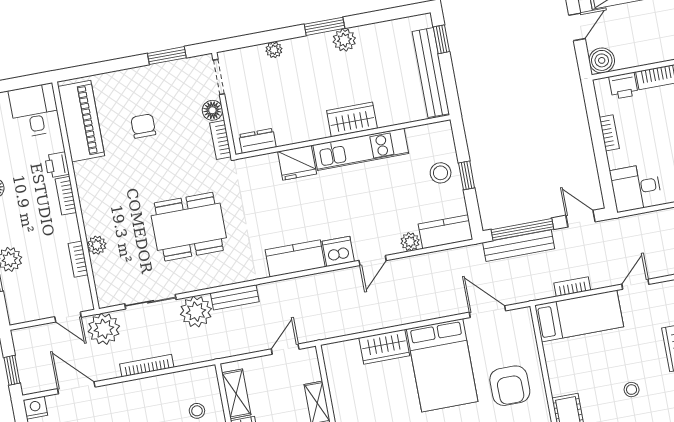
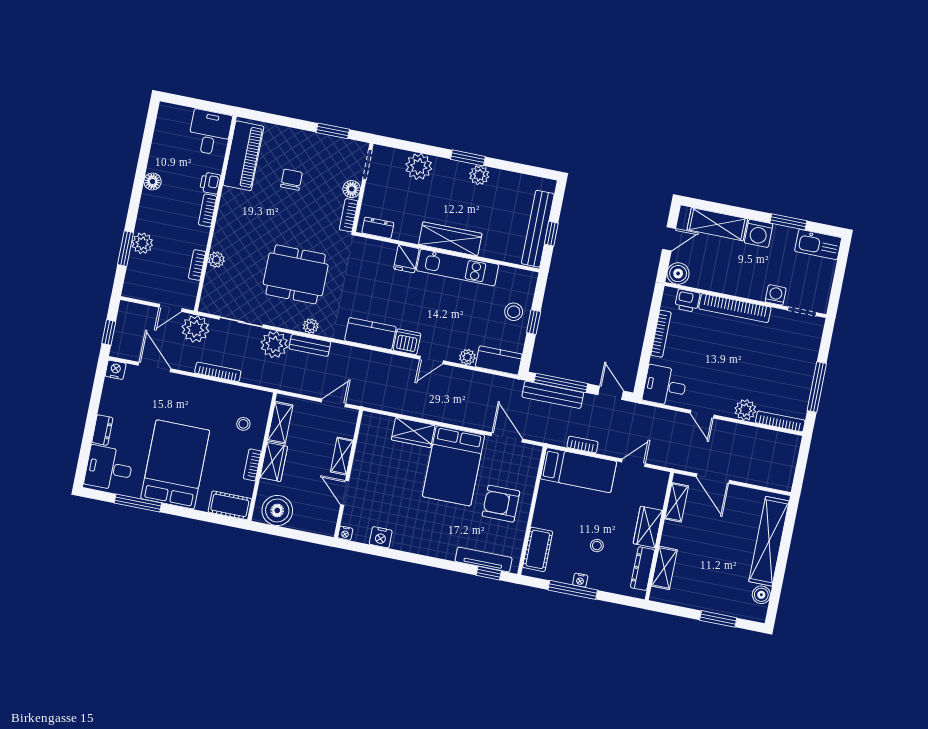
window: (441, 39) -> (551, 234), moved
plant: (274, 50) -> (419, 167), width x1.88, depth x1.88
wardrobe: (352, 119) -> (450, 239), width x1.50
bookcase: (609, 133) -> (661, 334), width x1.56
fridge: (297, 163) -> (406, 259), width x0.72
plant: (227, 276) -> (311, 326), added
door: (68, 317) -> (170, 308), hinge flipped
armchair: (510, 386) -> (501, 504), turned 90

